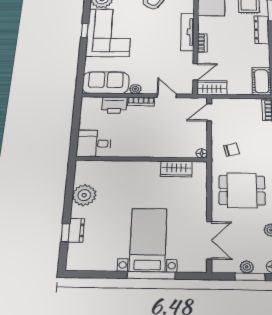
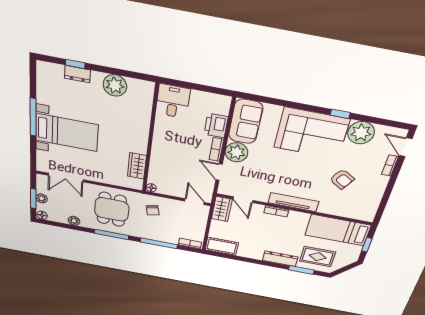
window: (85, 30) -> (340, 114), moved
plant: (135, 89) -> (236, 152), width x1.88, depth x1.88
door: (167, 96) -> (219, 172), swing flipped
window: (151, 275) -> (33, 117), moved

